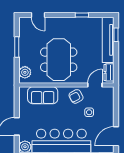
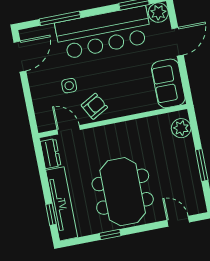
meeting table: (59, 60) -> (123, 192), moved
door: (95, 85) -> (69, 130), swing flipped
sofa: (43, 95) -> (168, 83), moved, turned -90

